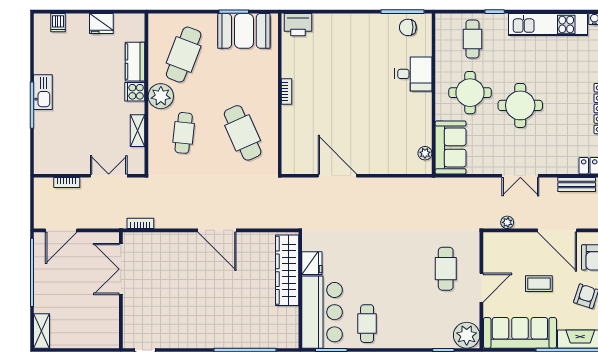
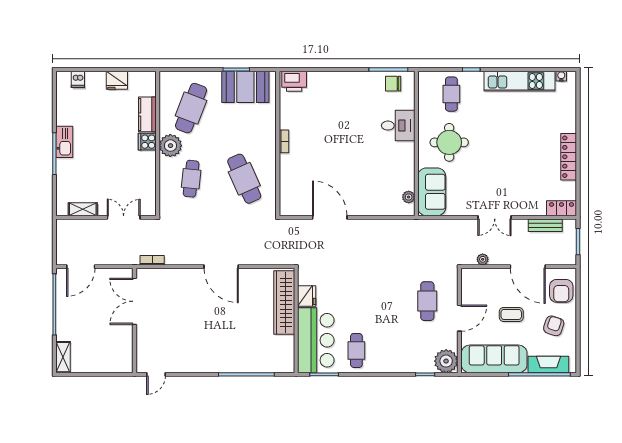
round table: (520, 105) -> (494, 154), removed
shelving: (138, 131) -> (83, 209), moved, turned 90
bookcase: (67, 183) -> (86, 223), removed

